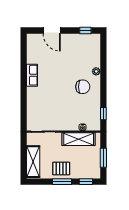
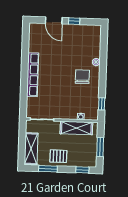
window: (85, 31) -> (74, 21), moved
row of seats: (32, 75) -> (33, 75), width x2.02
chair: (83, 87) -> (82, 77), turned -90
window: (62, 182) -> (48, 169), moved

